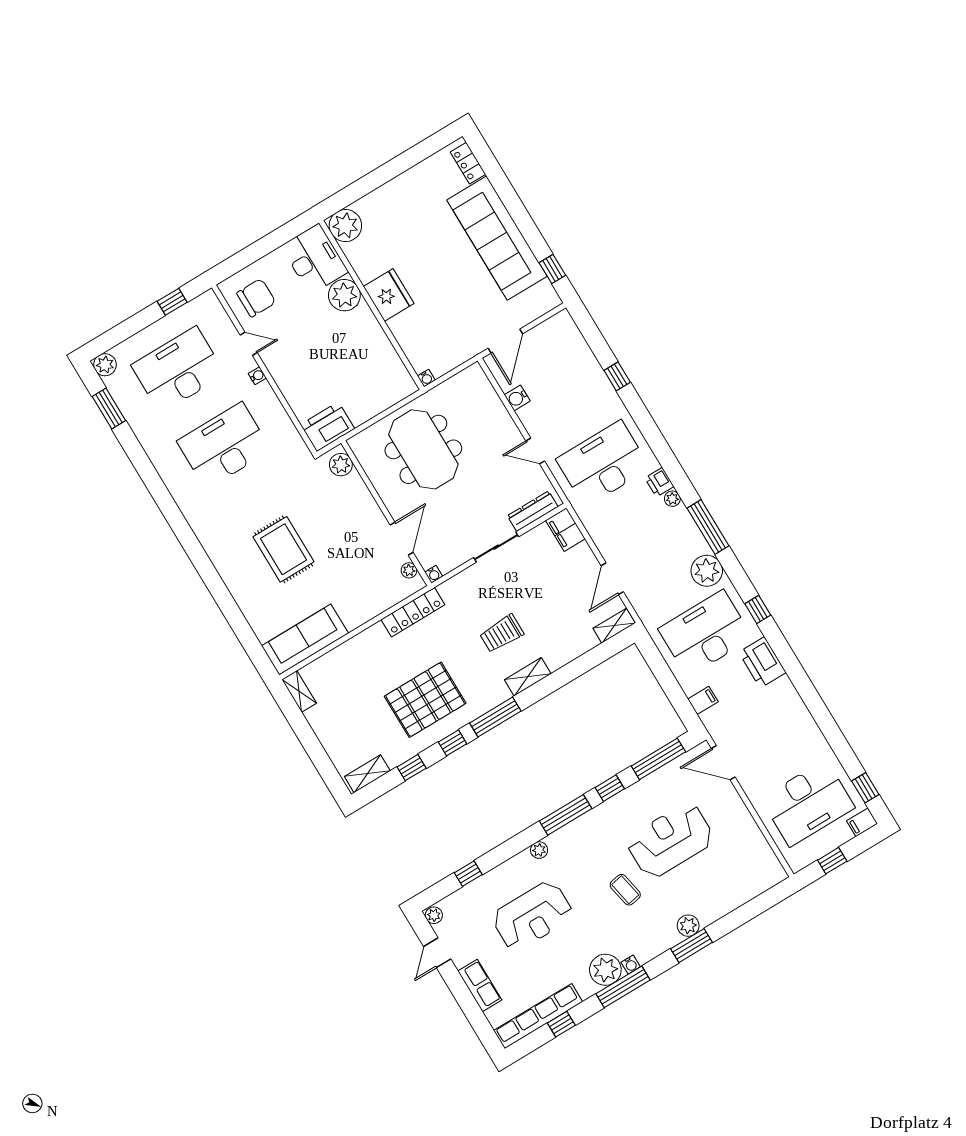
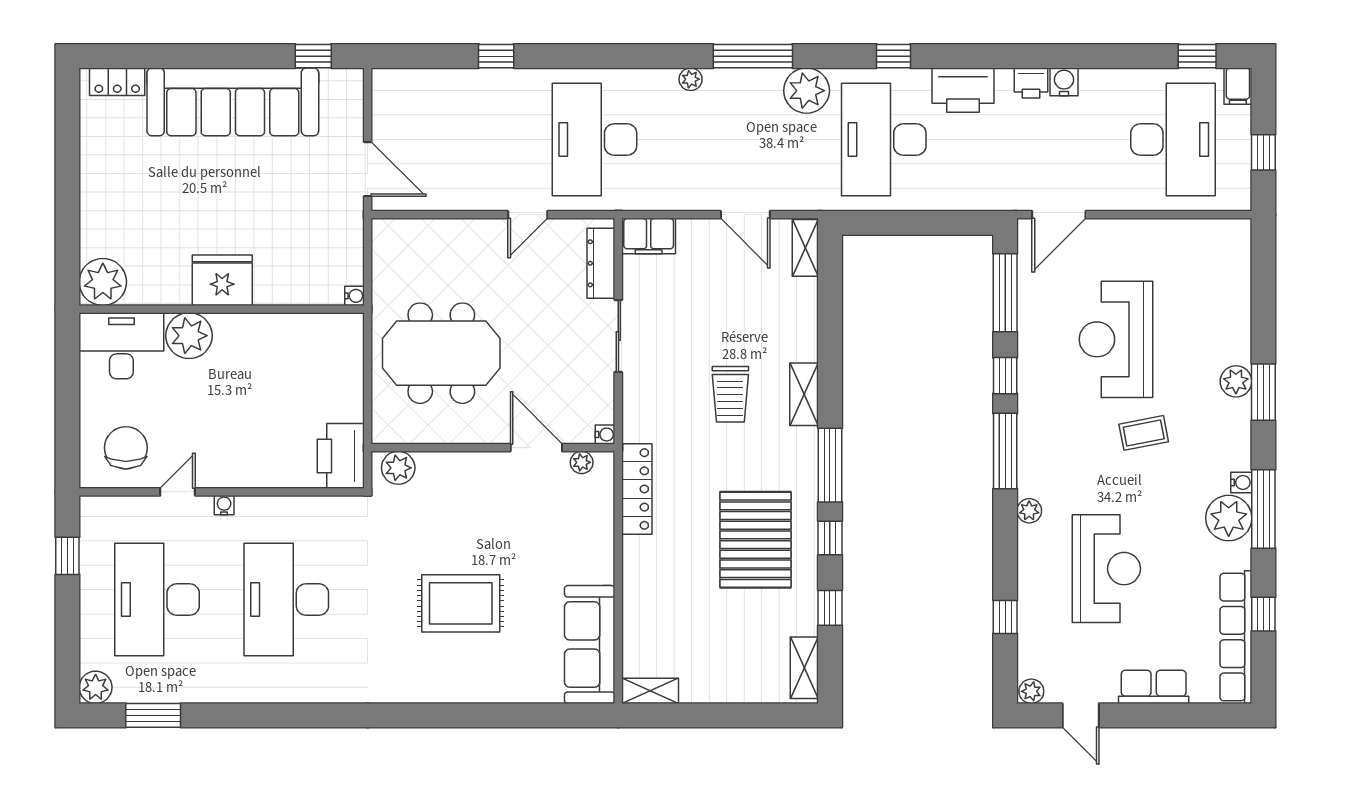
water cooler: (517, 398) -> (1064, 82), moved, turned 180
printer: (659, 482) -> (1031, 83), moved
filing cabinet: (703, 700) -> (966, 193), removed

